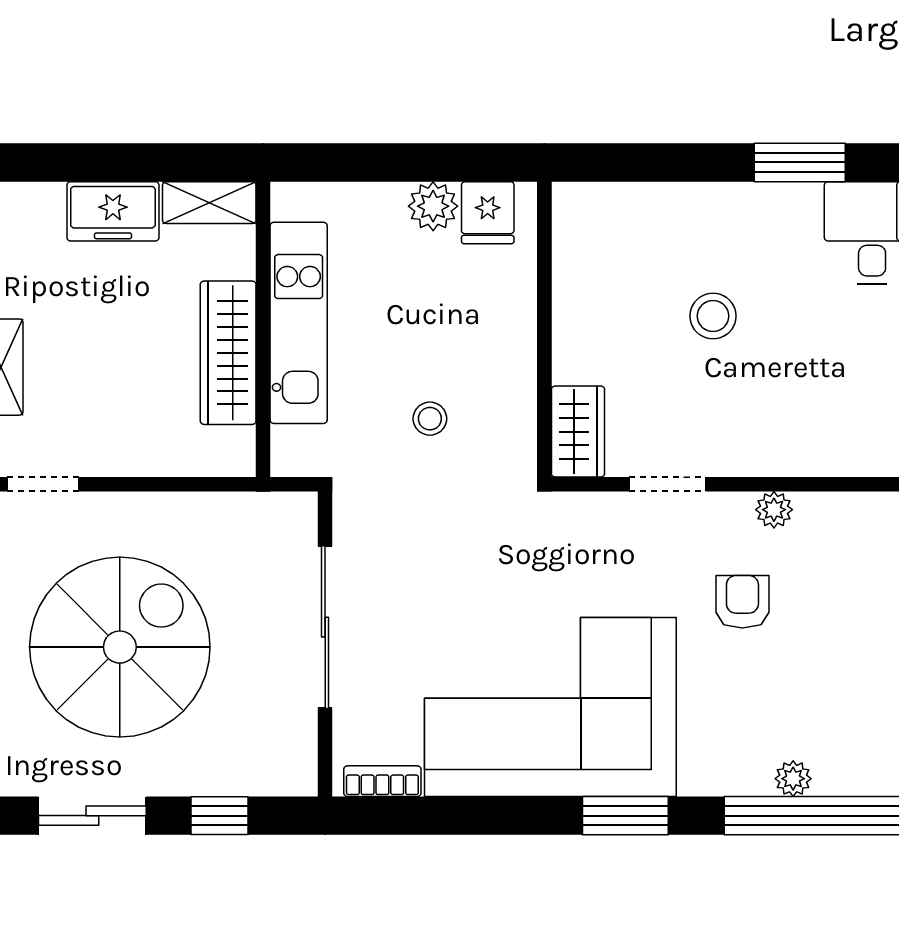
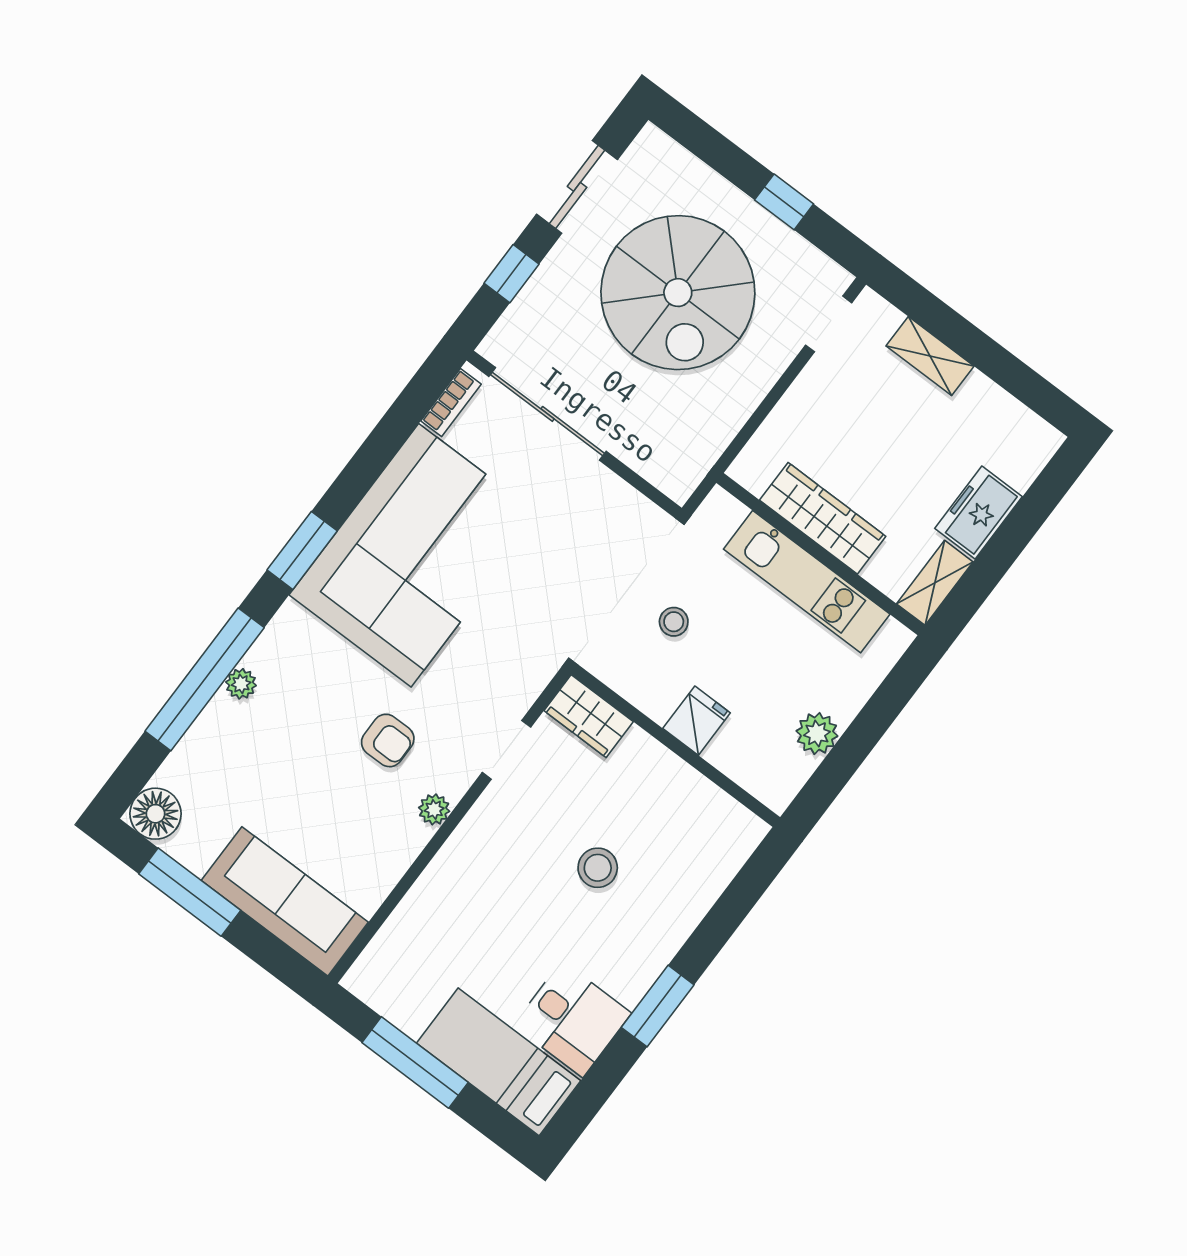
fridge: (488, 213) -> (697, 721), moved, turned 90
sliding door: (325, 627) -> (547, 414), moved

